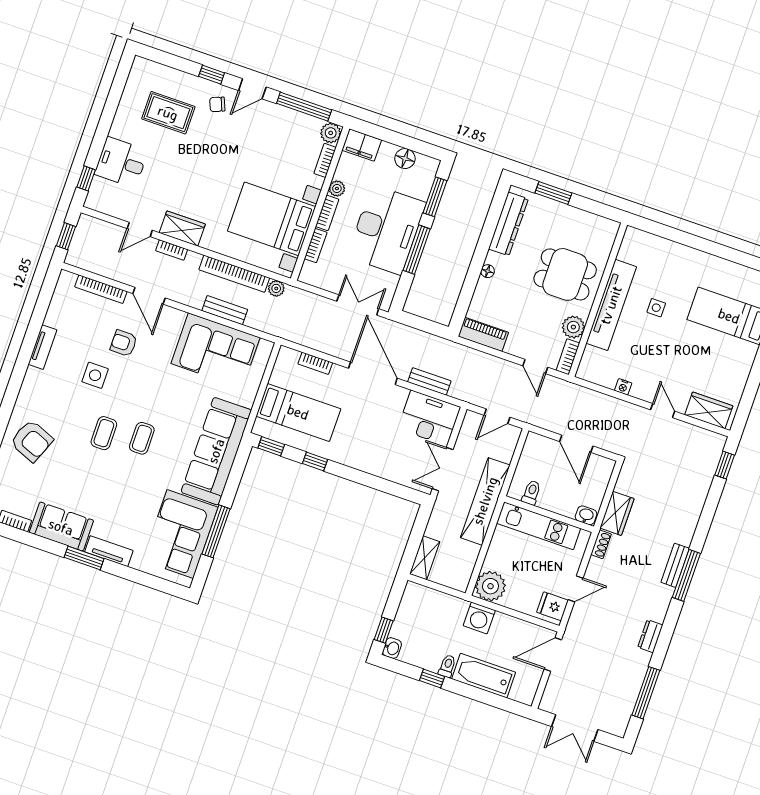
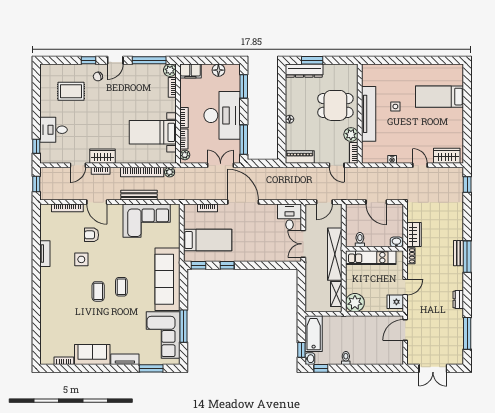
plant: (337, 188) -> (185, 155), moved
bed with nightstands: (272, 219) -> (153, 132), width x0.73
dresser: (508, 224) -> (304, 71), moved, turned 90
window: (417, 250) -> (244, 140), moved
bench: (225, 310) -> (139, 195), width x1.36
bench: (429, 381) -> (278, 195), removed
desk: (429, 418) -> (290, 217), width x0.73
armchair: (32, 441) -> (58, 311), removed
window: (84, 558) -> (151, 368), moved
shelving: (425, 558) -> (336, 294), moved
washing machine: (479, 618) -> (355, 323), removed
bathtub: (484, 676) -> (314, 334), moved, turned 90
window: (432, 679) -> (321, 368), moved

